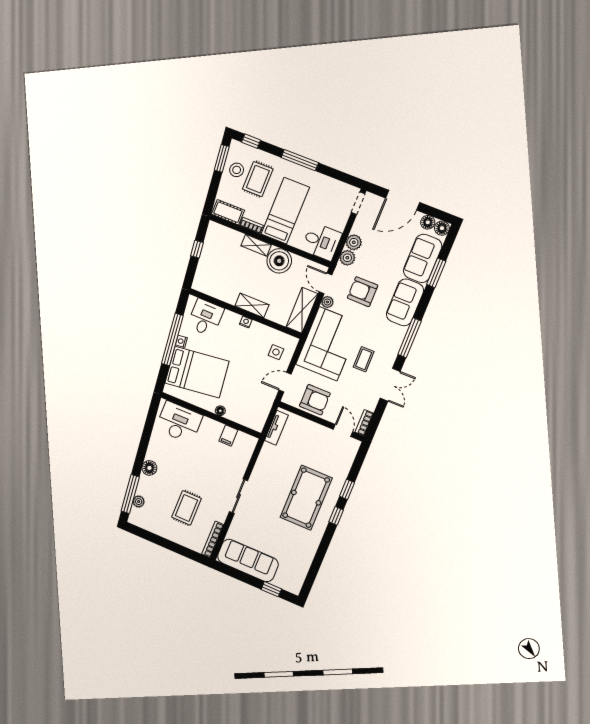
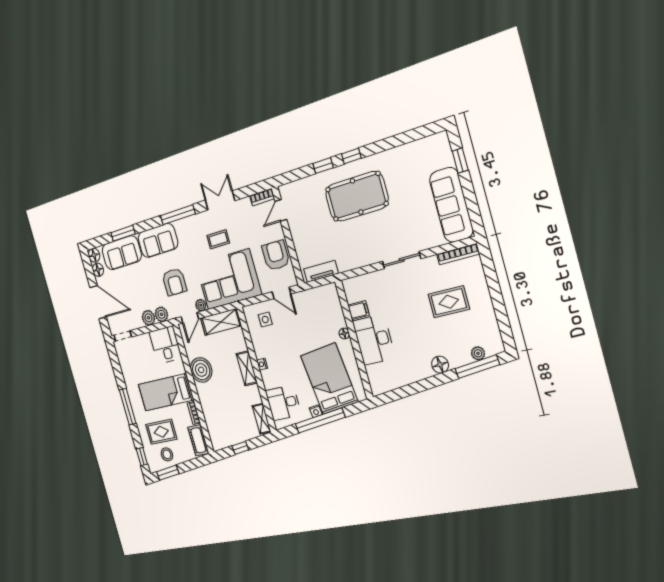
shelving: (256, 245) -> (262, 419), moved
desk: (179, 422) -> (374, 340), moved

